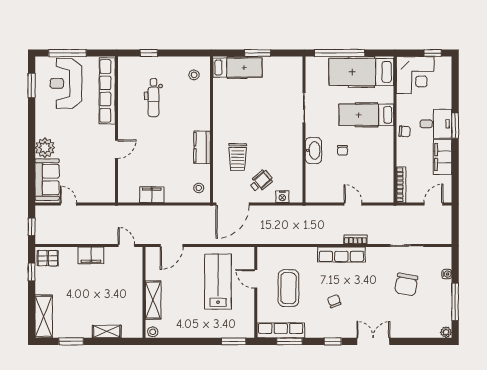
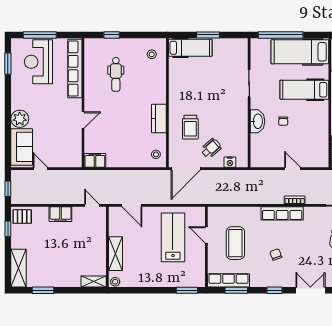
filing cabinet: (152, 195) -> (95, 160), moved
door: (172, 245) -> (132, 205), hinge flipped
shelving: (107, 332) -> (94, 282), moved

